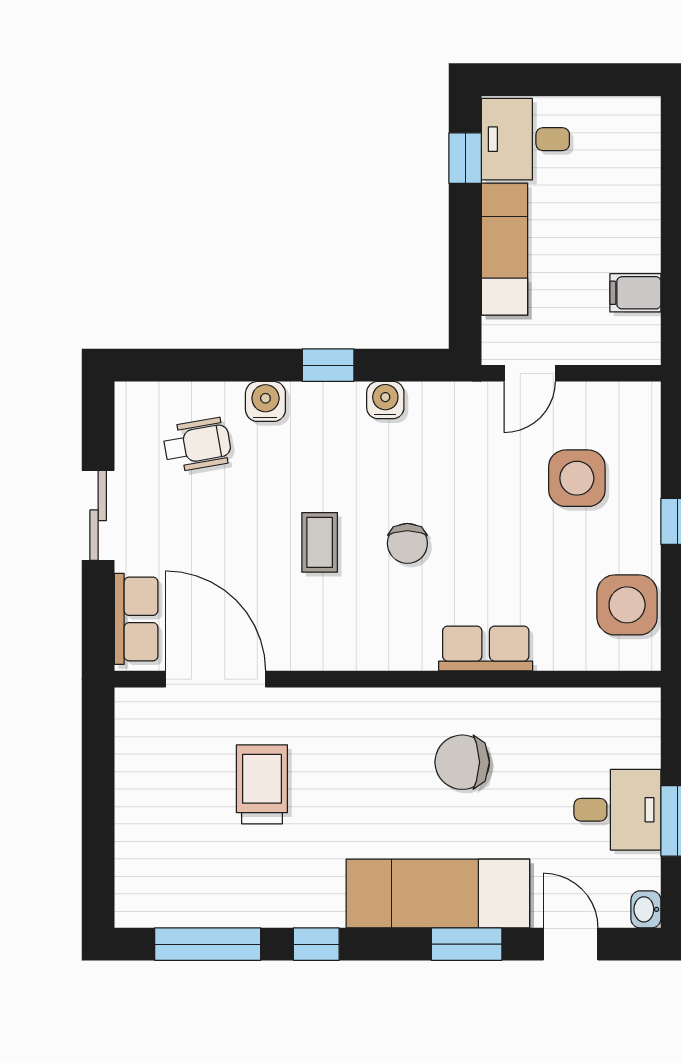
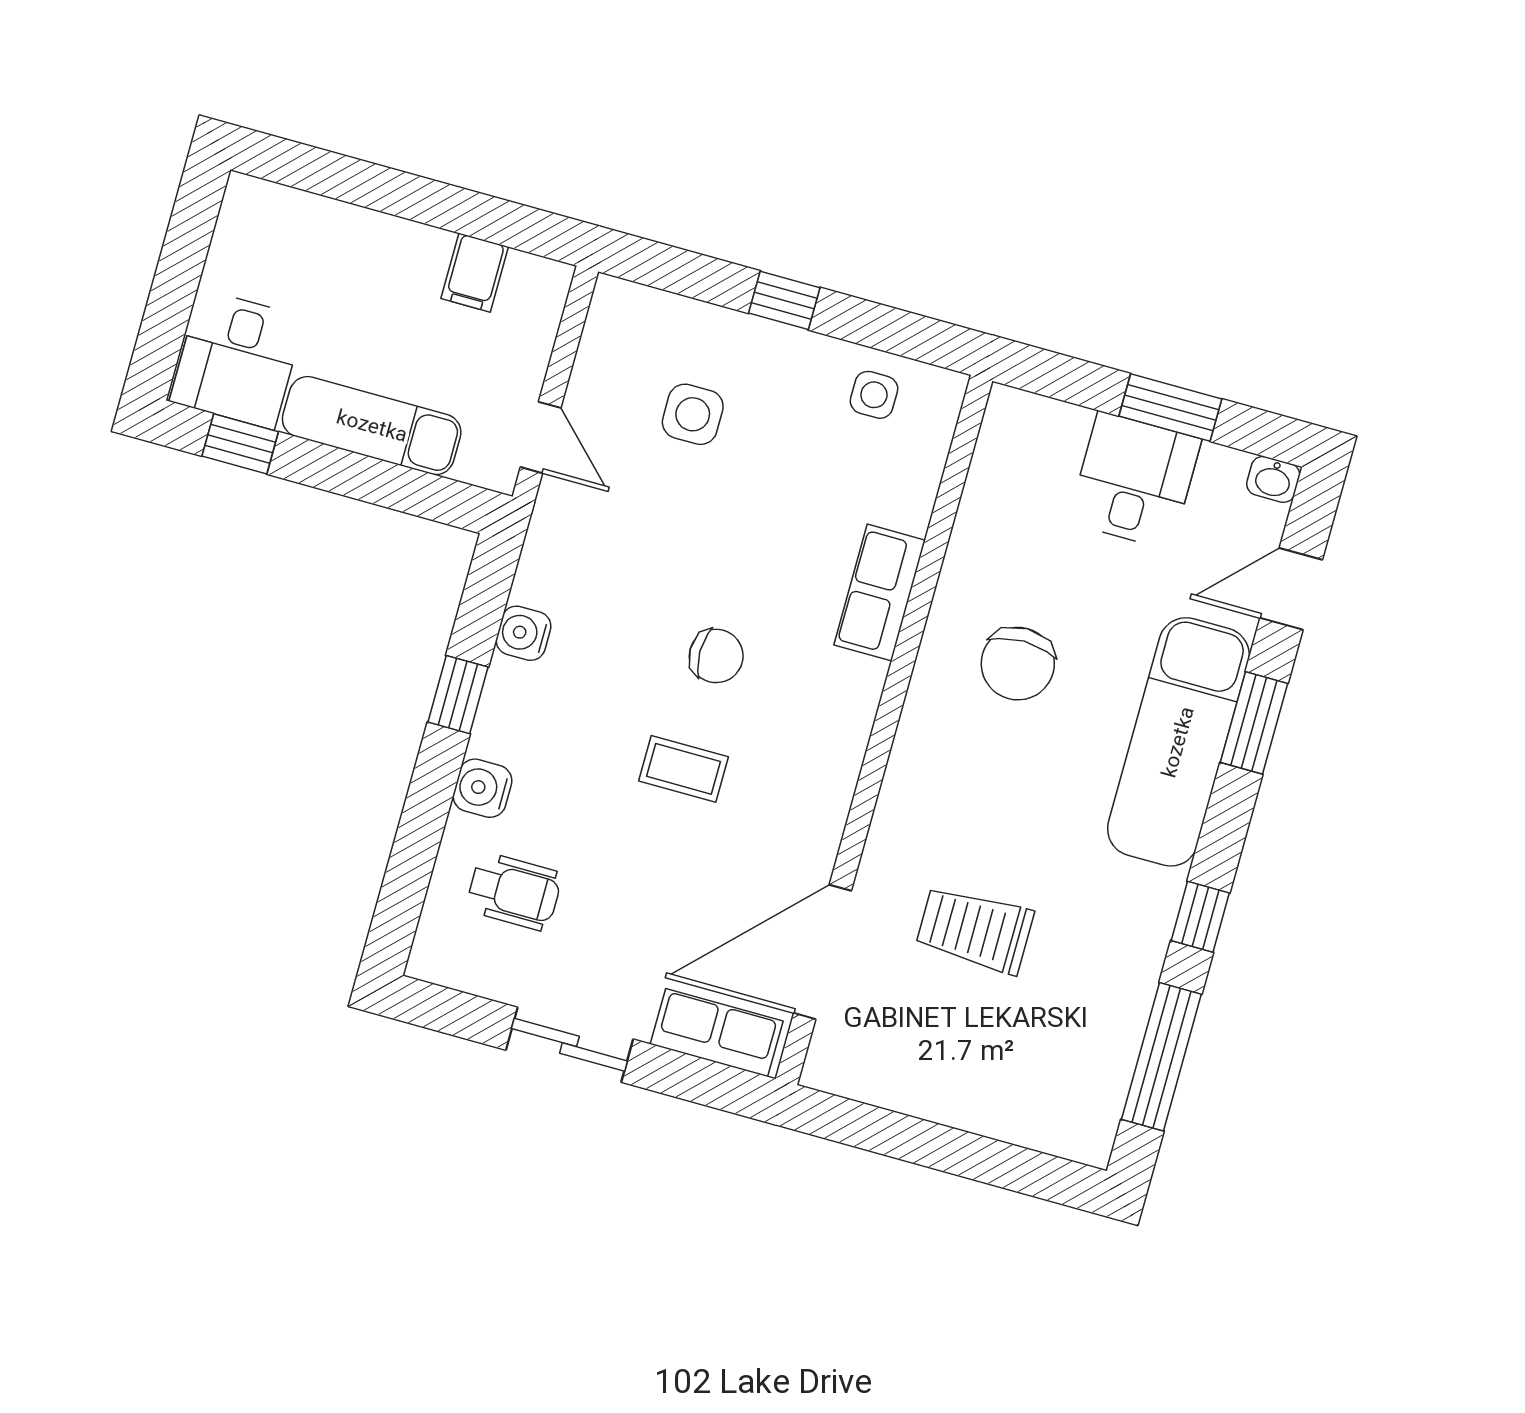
wheelchair: (197, 445) -> (514, 892), turned 100
side table: (577, 478) -> (693, 414), width x0.73, depth x0.73
side table: (627, 605) -> (874, 395), width x0.54, depth x0.54

